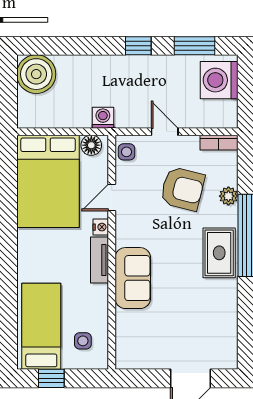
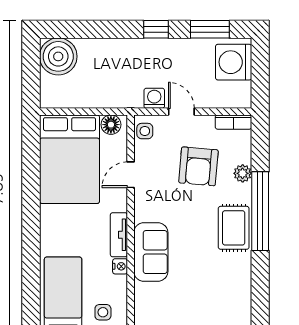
washing machine: (103, 118) -> (154, 98), moved
armchair: (182, 189) -> (198, 166), turned 81
nightstand: (101, 227) -> (120, 266), moved

